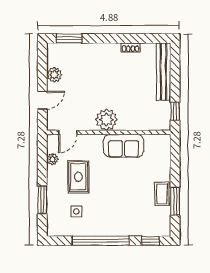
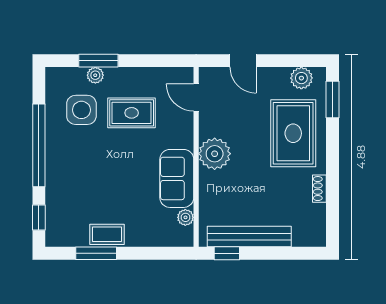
rug: (92, 65) -> (293, 133), added
bench: (164, 72) -> (249, 237), moved
plant: (54, 75) -> (301, 78), moved
plant: (150, 140) -> (185, 217), added
plant: (52, 159) -> (95, 75), moved
side table: (76, 211) -> (81, 110), width x1.87, depth x1.87

